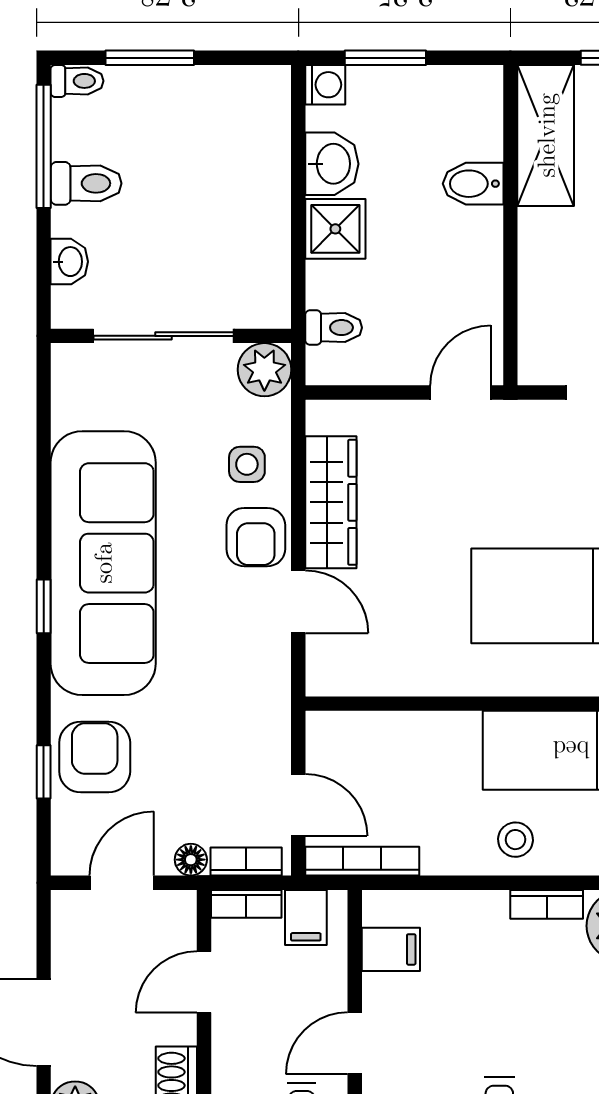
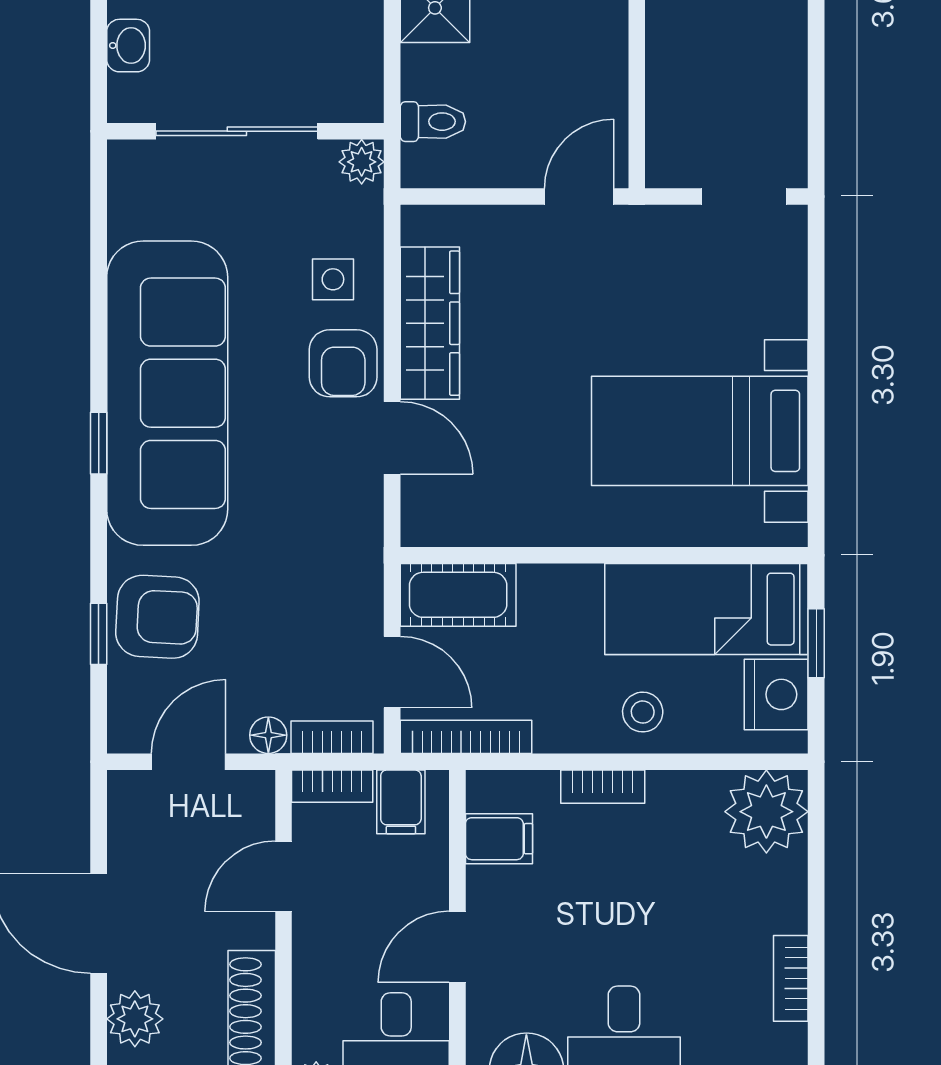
plant: (264, 370) -> (362, 162), width x0.73, depth x0.73
cot: (355, 738) -> (458, 595), added
armchair: (95, 757) -> (157, 617), turned 93
bookcase: (547, 904) -> (603, 787), moved

